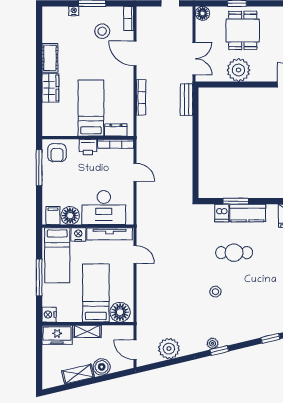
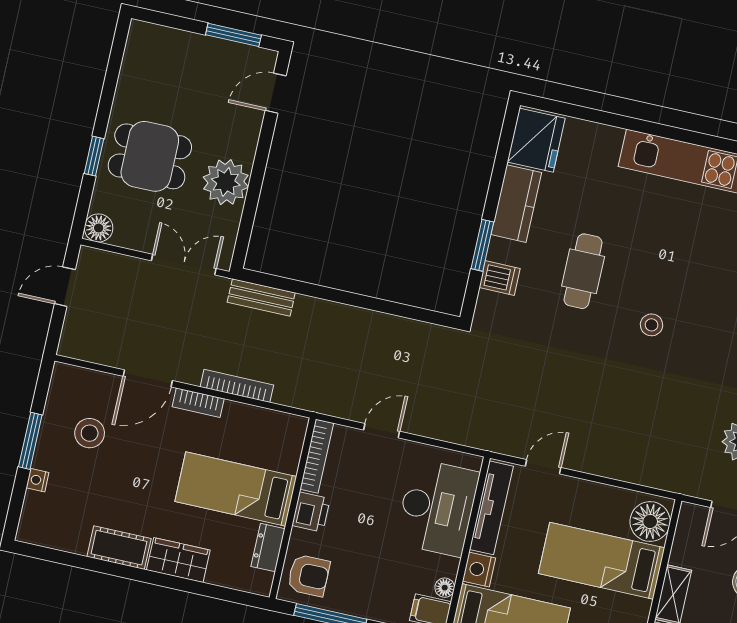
bookcase: (129, 18) -> (198, 403), moved
dresser: (116, 130) -> (268, 548), moved
kitchen counter: (248, 213) -> (516, 204), moved
floor lamp: (70, 216) -> (445, 588), width x0.53, depth x0.53

